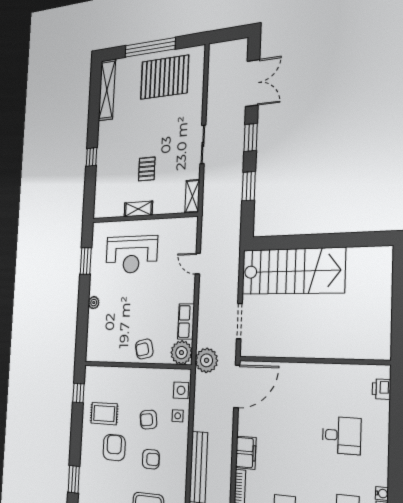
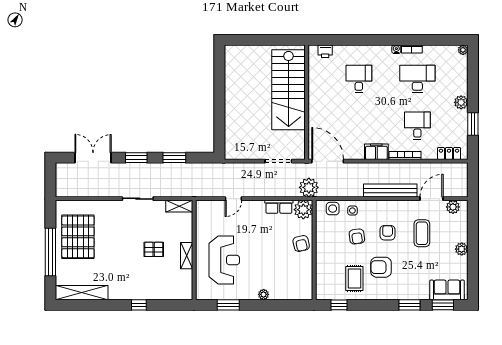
stairs: (293, 271) -> (289, 90), moved, turned 180

